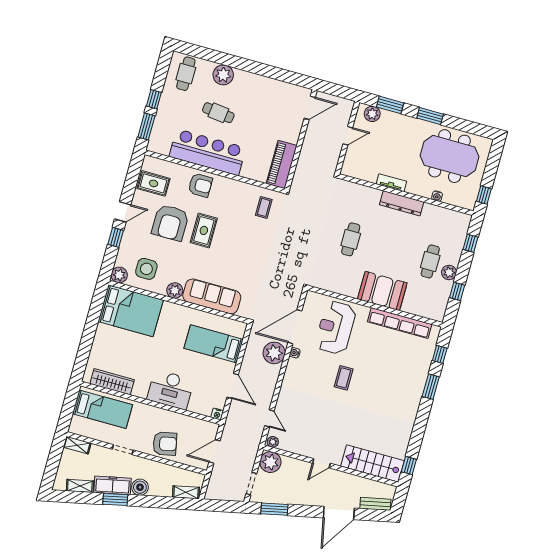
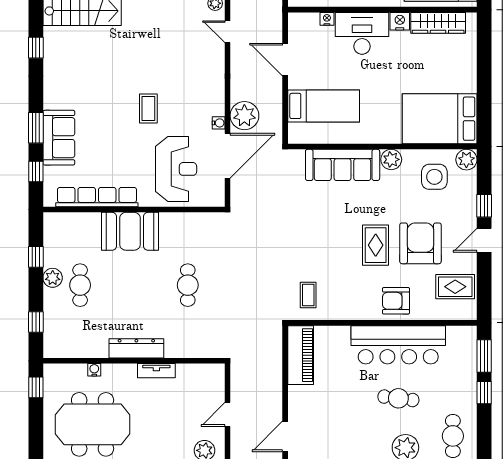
sofa: (416, 375) -> (59, 138), added
nightstand: (140, 391) -> (400, 21), added
nightstand: (217, 414) -> (327, 19), moved
window: (409, 466) -> (36, 48), moved

